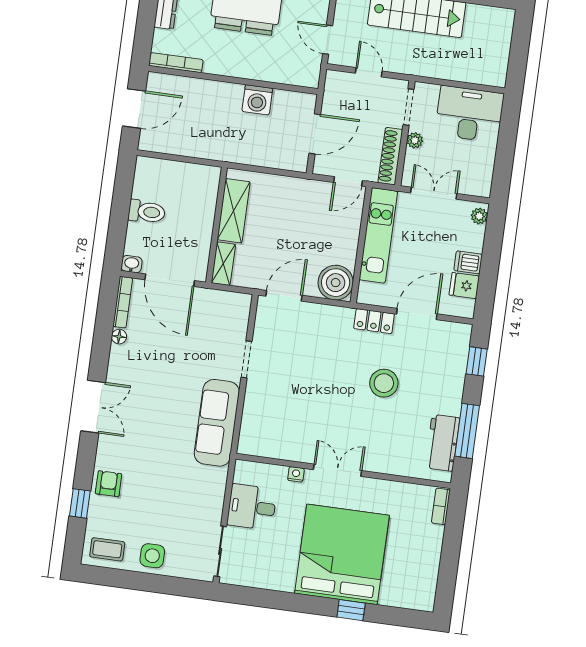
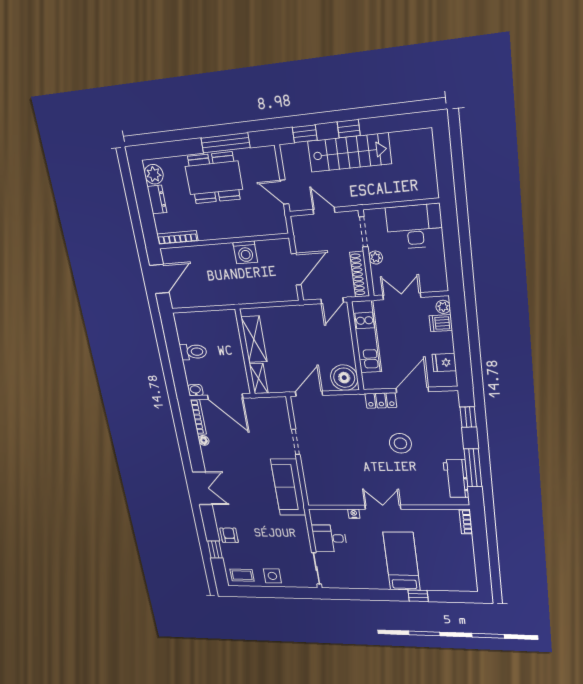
dishwasher: (468, 262) -> (441, 323), moved
bed: (342, 554) -> (402, 561), width x0.49

